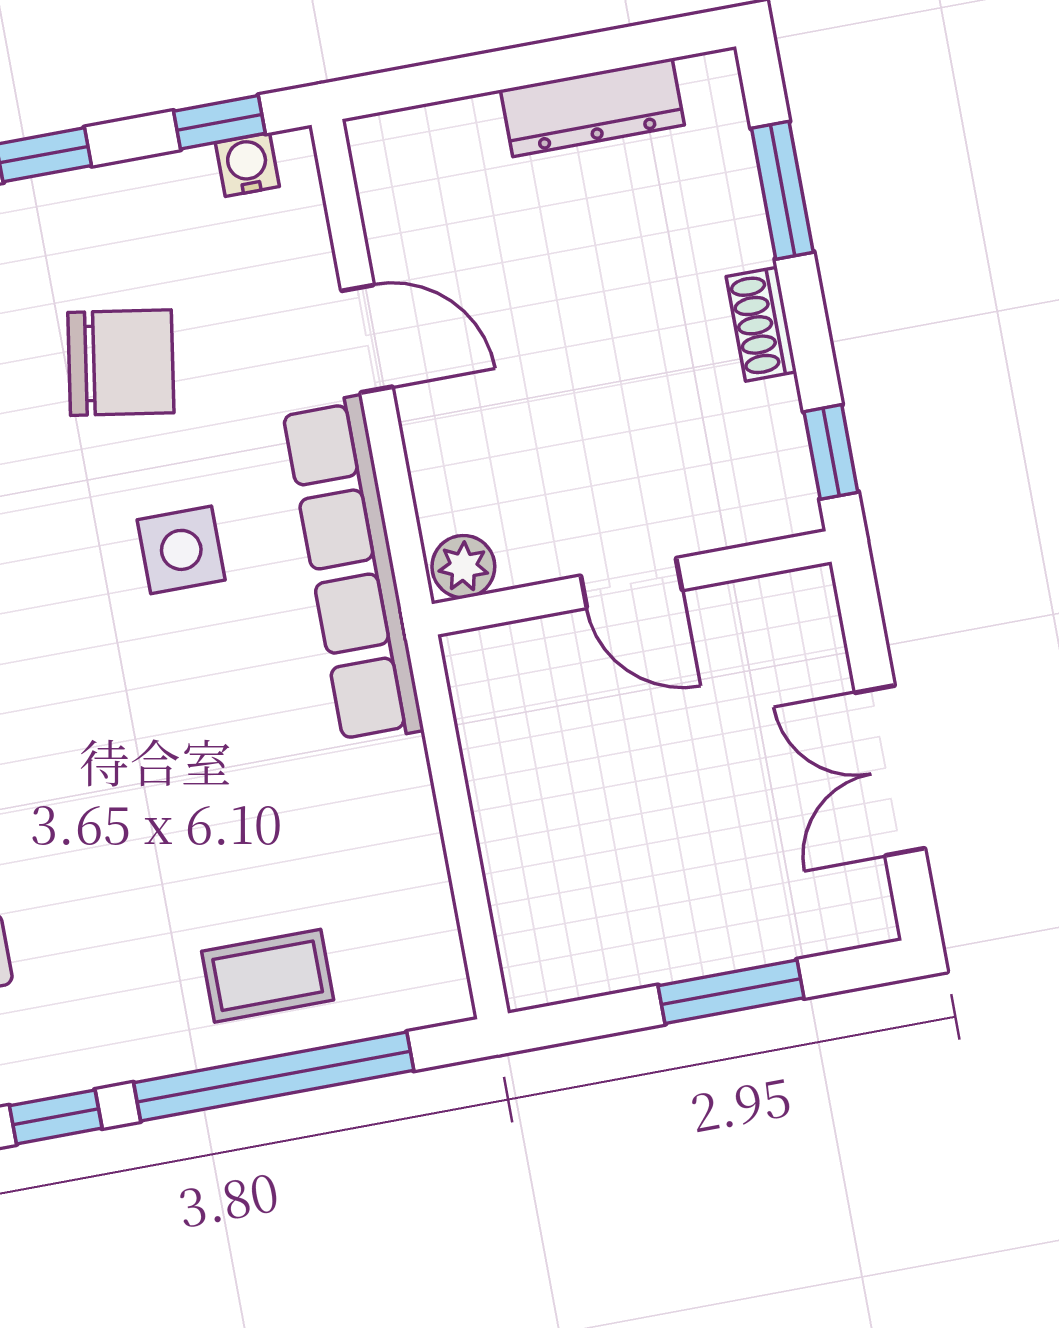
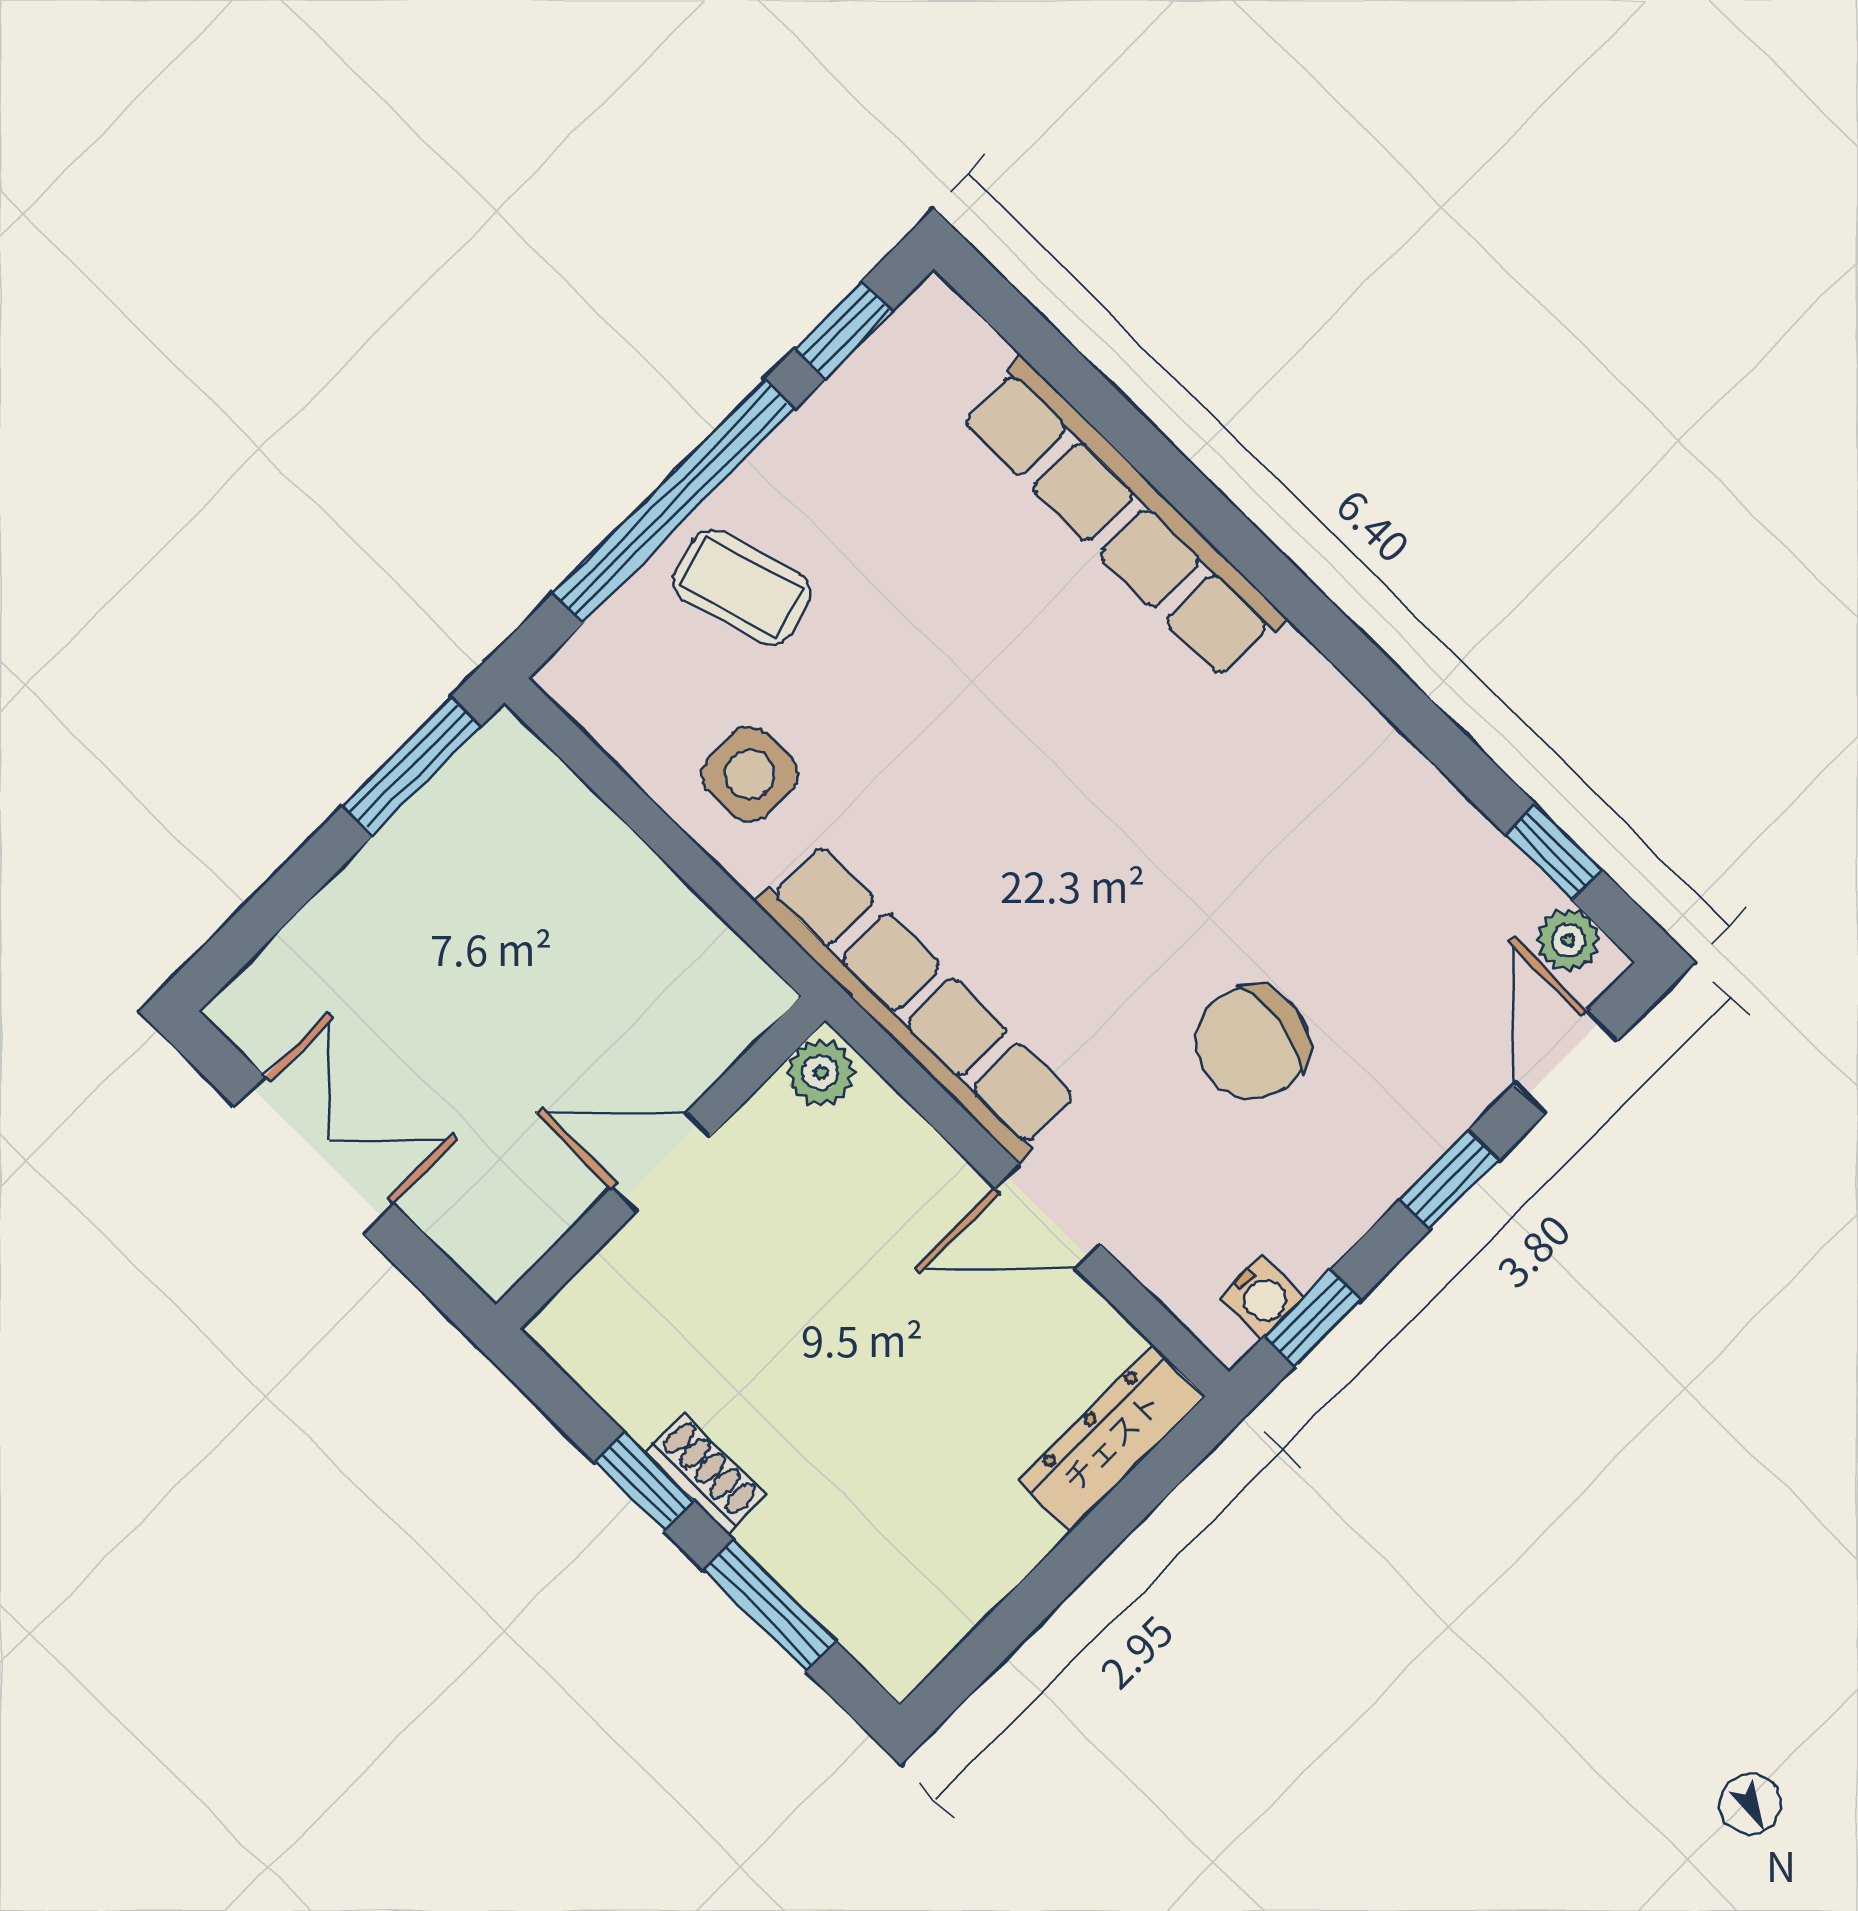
dresser: (592, 107) -> (1111, 1440), moved
window: (831, 452) -> (644, 1481), moved
side table: (181, 550) -> (750, 774), moved
coffee table: (268, 976) -> (742, 587), turned 74
window: (731, 992) -> (412, 766), moved

